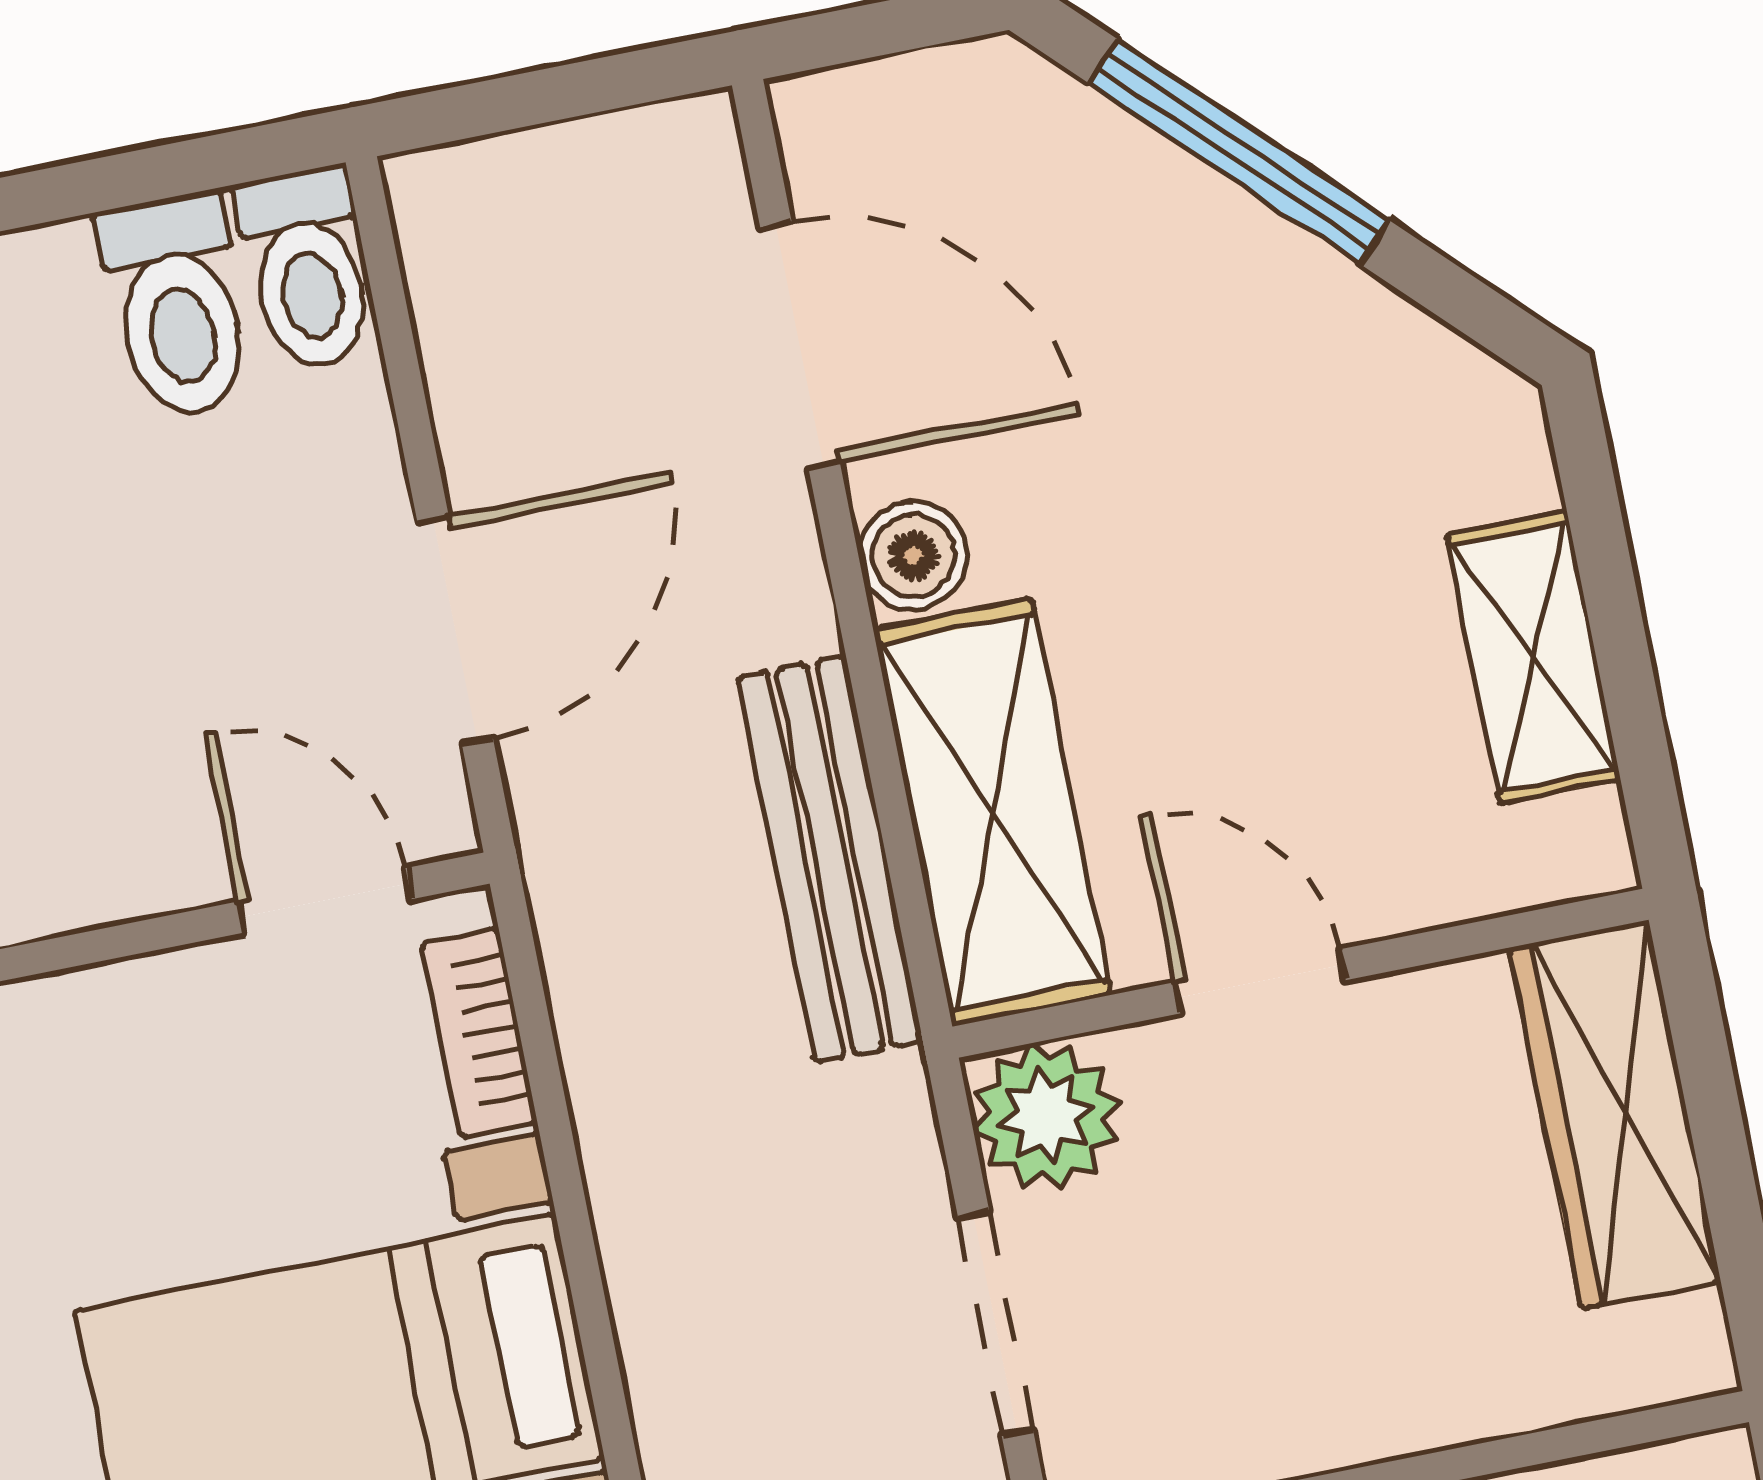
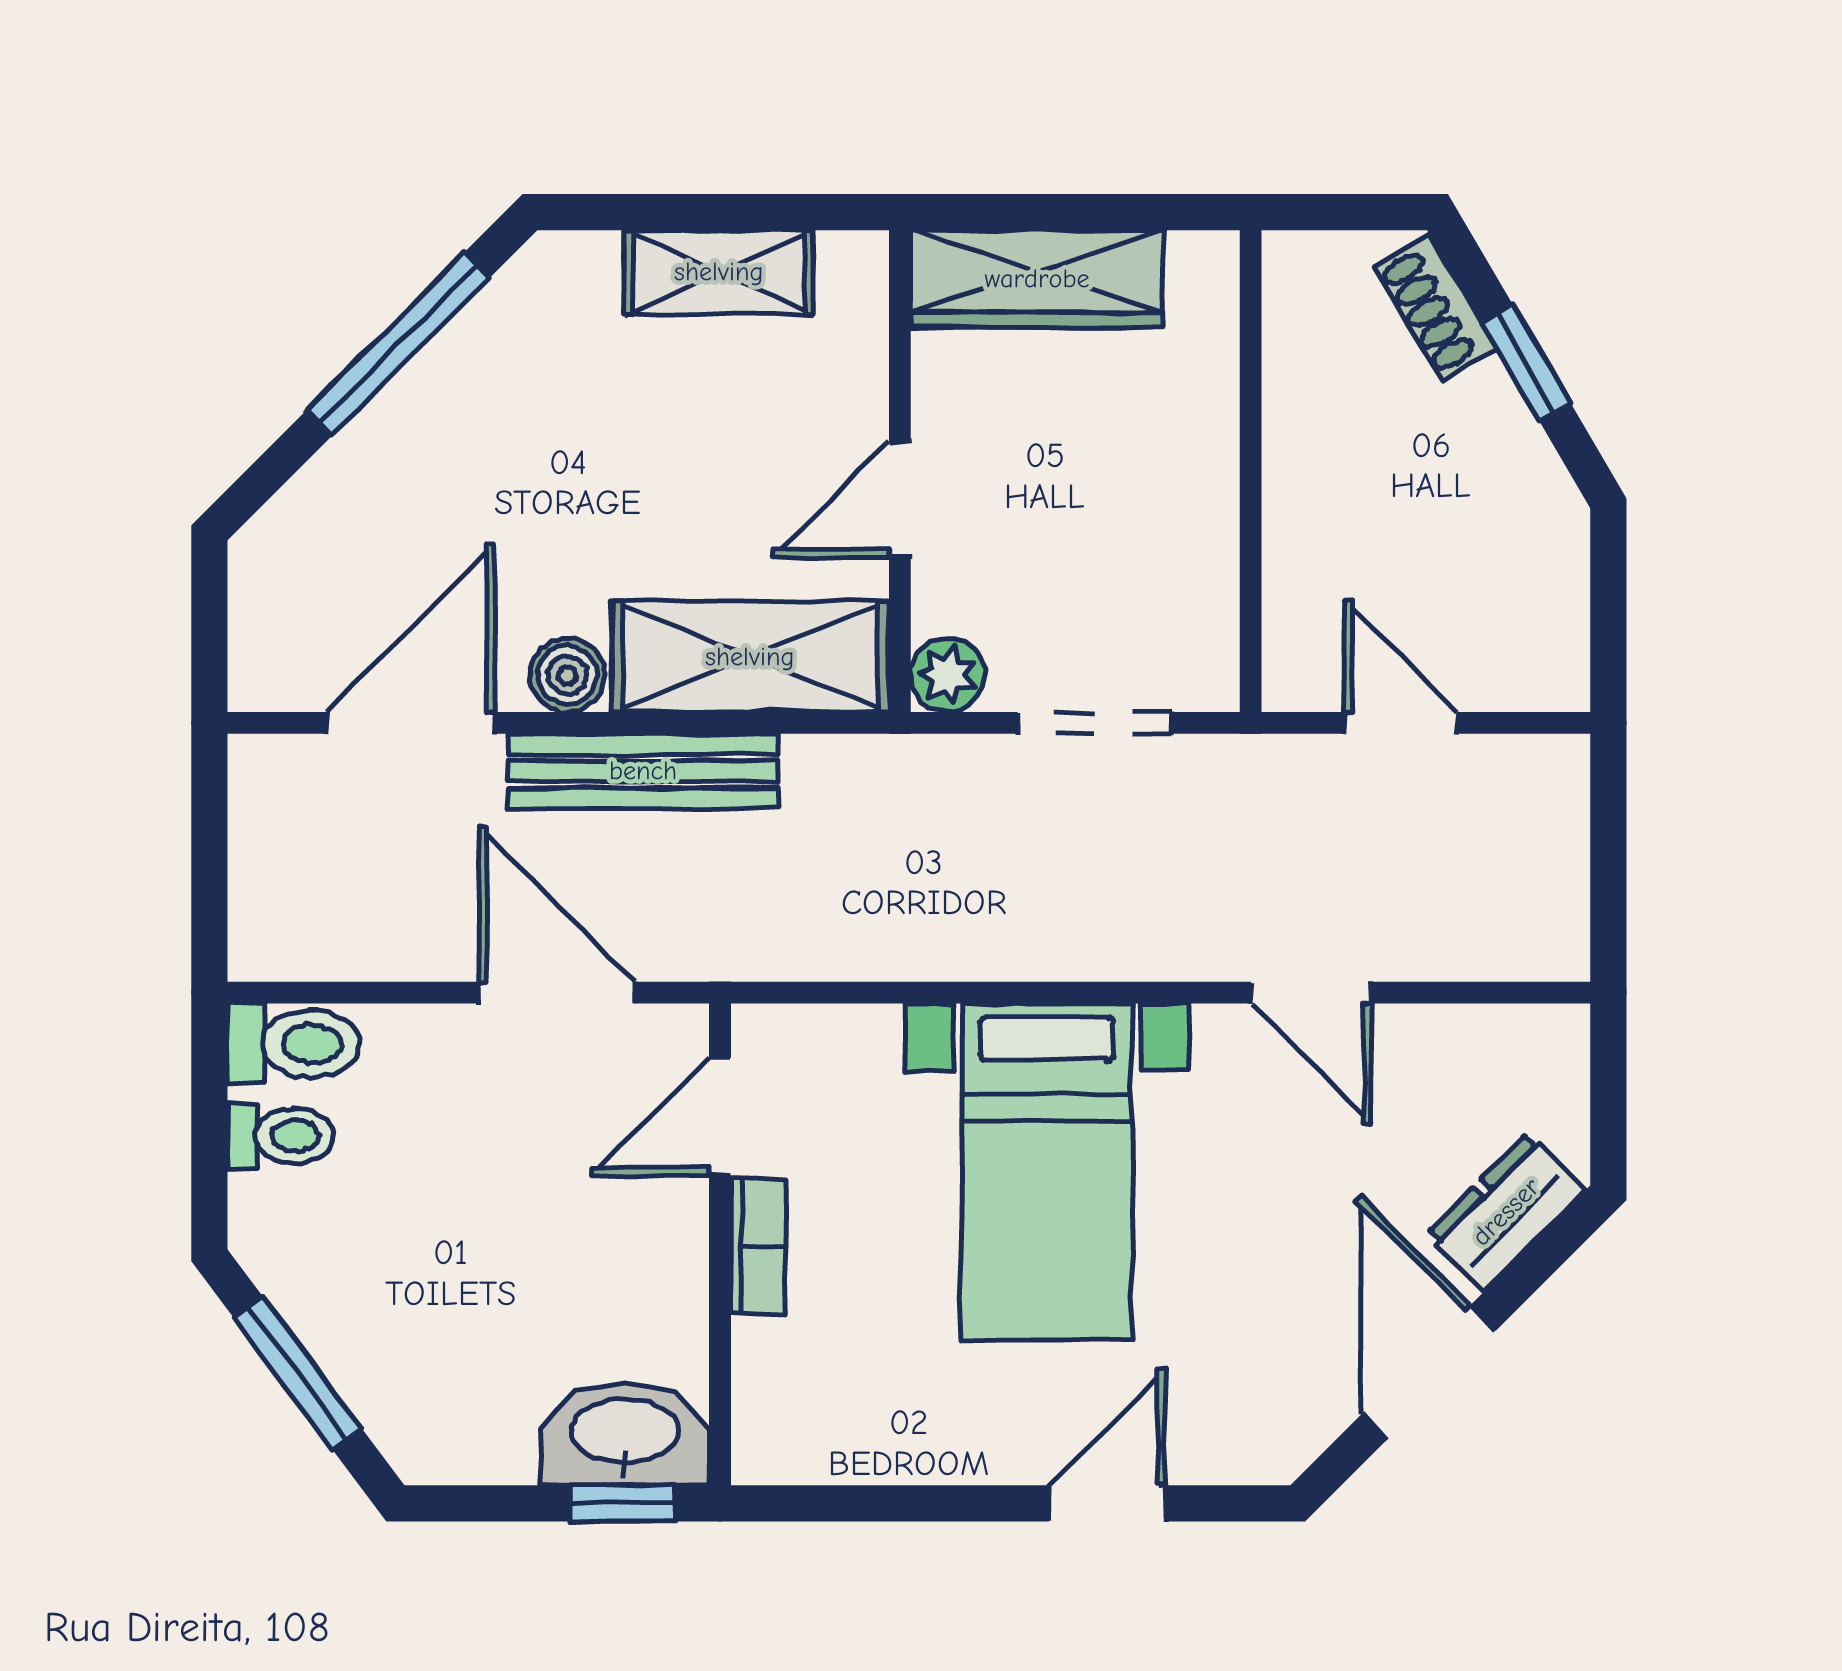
window: (1239, 151) -> (398, 344), moved
toilet: (177, 306) -> (280, 1136), width x0.73, depth x0.72
bench: (830, 859) -> (643, 771), moved
bookcase: (479, 1033) -> (758, 1246), moved, turned -90
plant: (1046, 1116) -> (948, 675), width x0.73, depth x0.73

